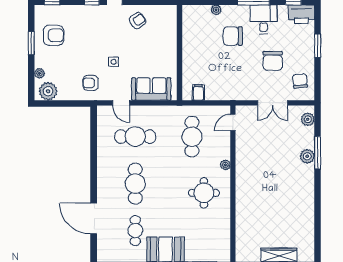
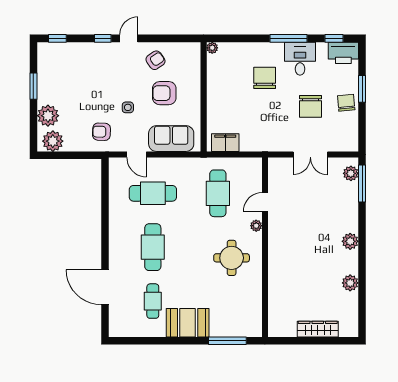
plant: (216, 10) -> (212, 48), moved
armchair: (54, 35) -> (164, 93), moved, turned 180
chair: (233, 36) -> (265, 78), turned 90
plant: (39, 73) -> (48, 116), width x1.88, depth x1.88
chair: (300, 81) -> (346, 103), moved
filing cabinet: (198, 92) -> (225, 143), width x2.00
door: (233, 122) -> (265, 202), moved
window: (318, 153) -> (362, 183), moved
plant: (307, 156) -> (350, 241), moved
plant: (307, 215) -> (350, 283), added

